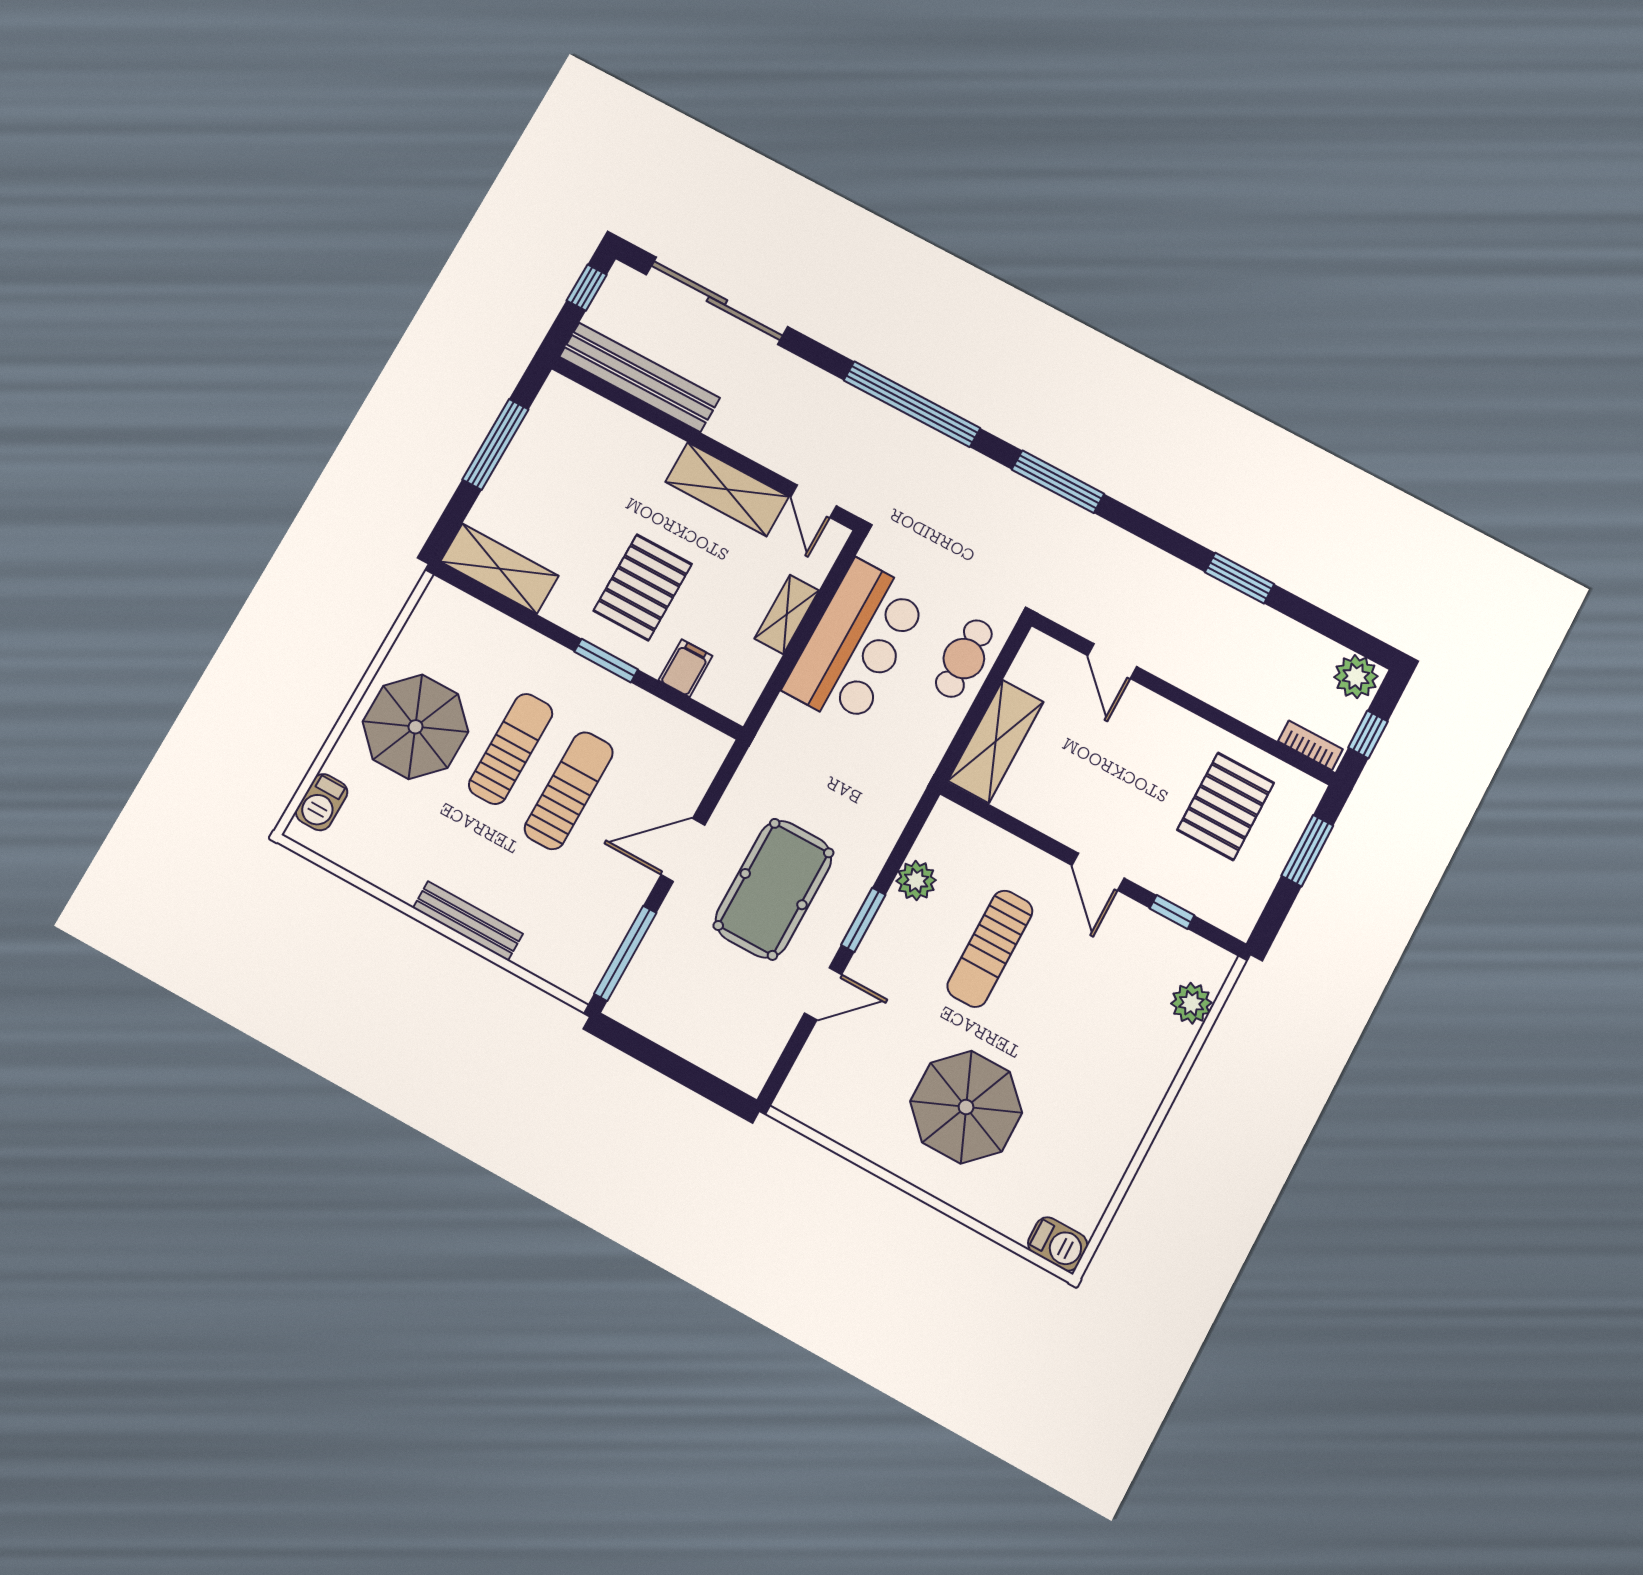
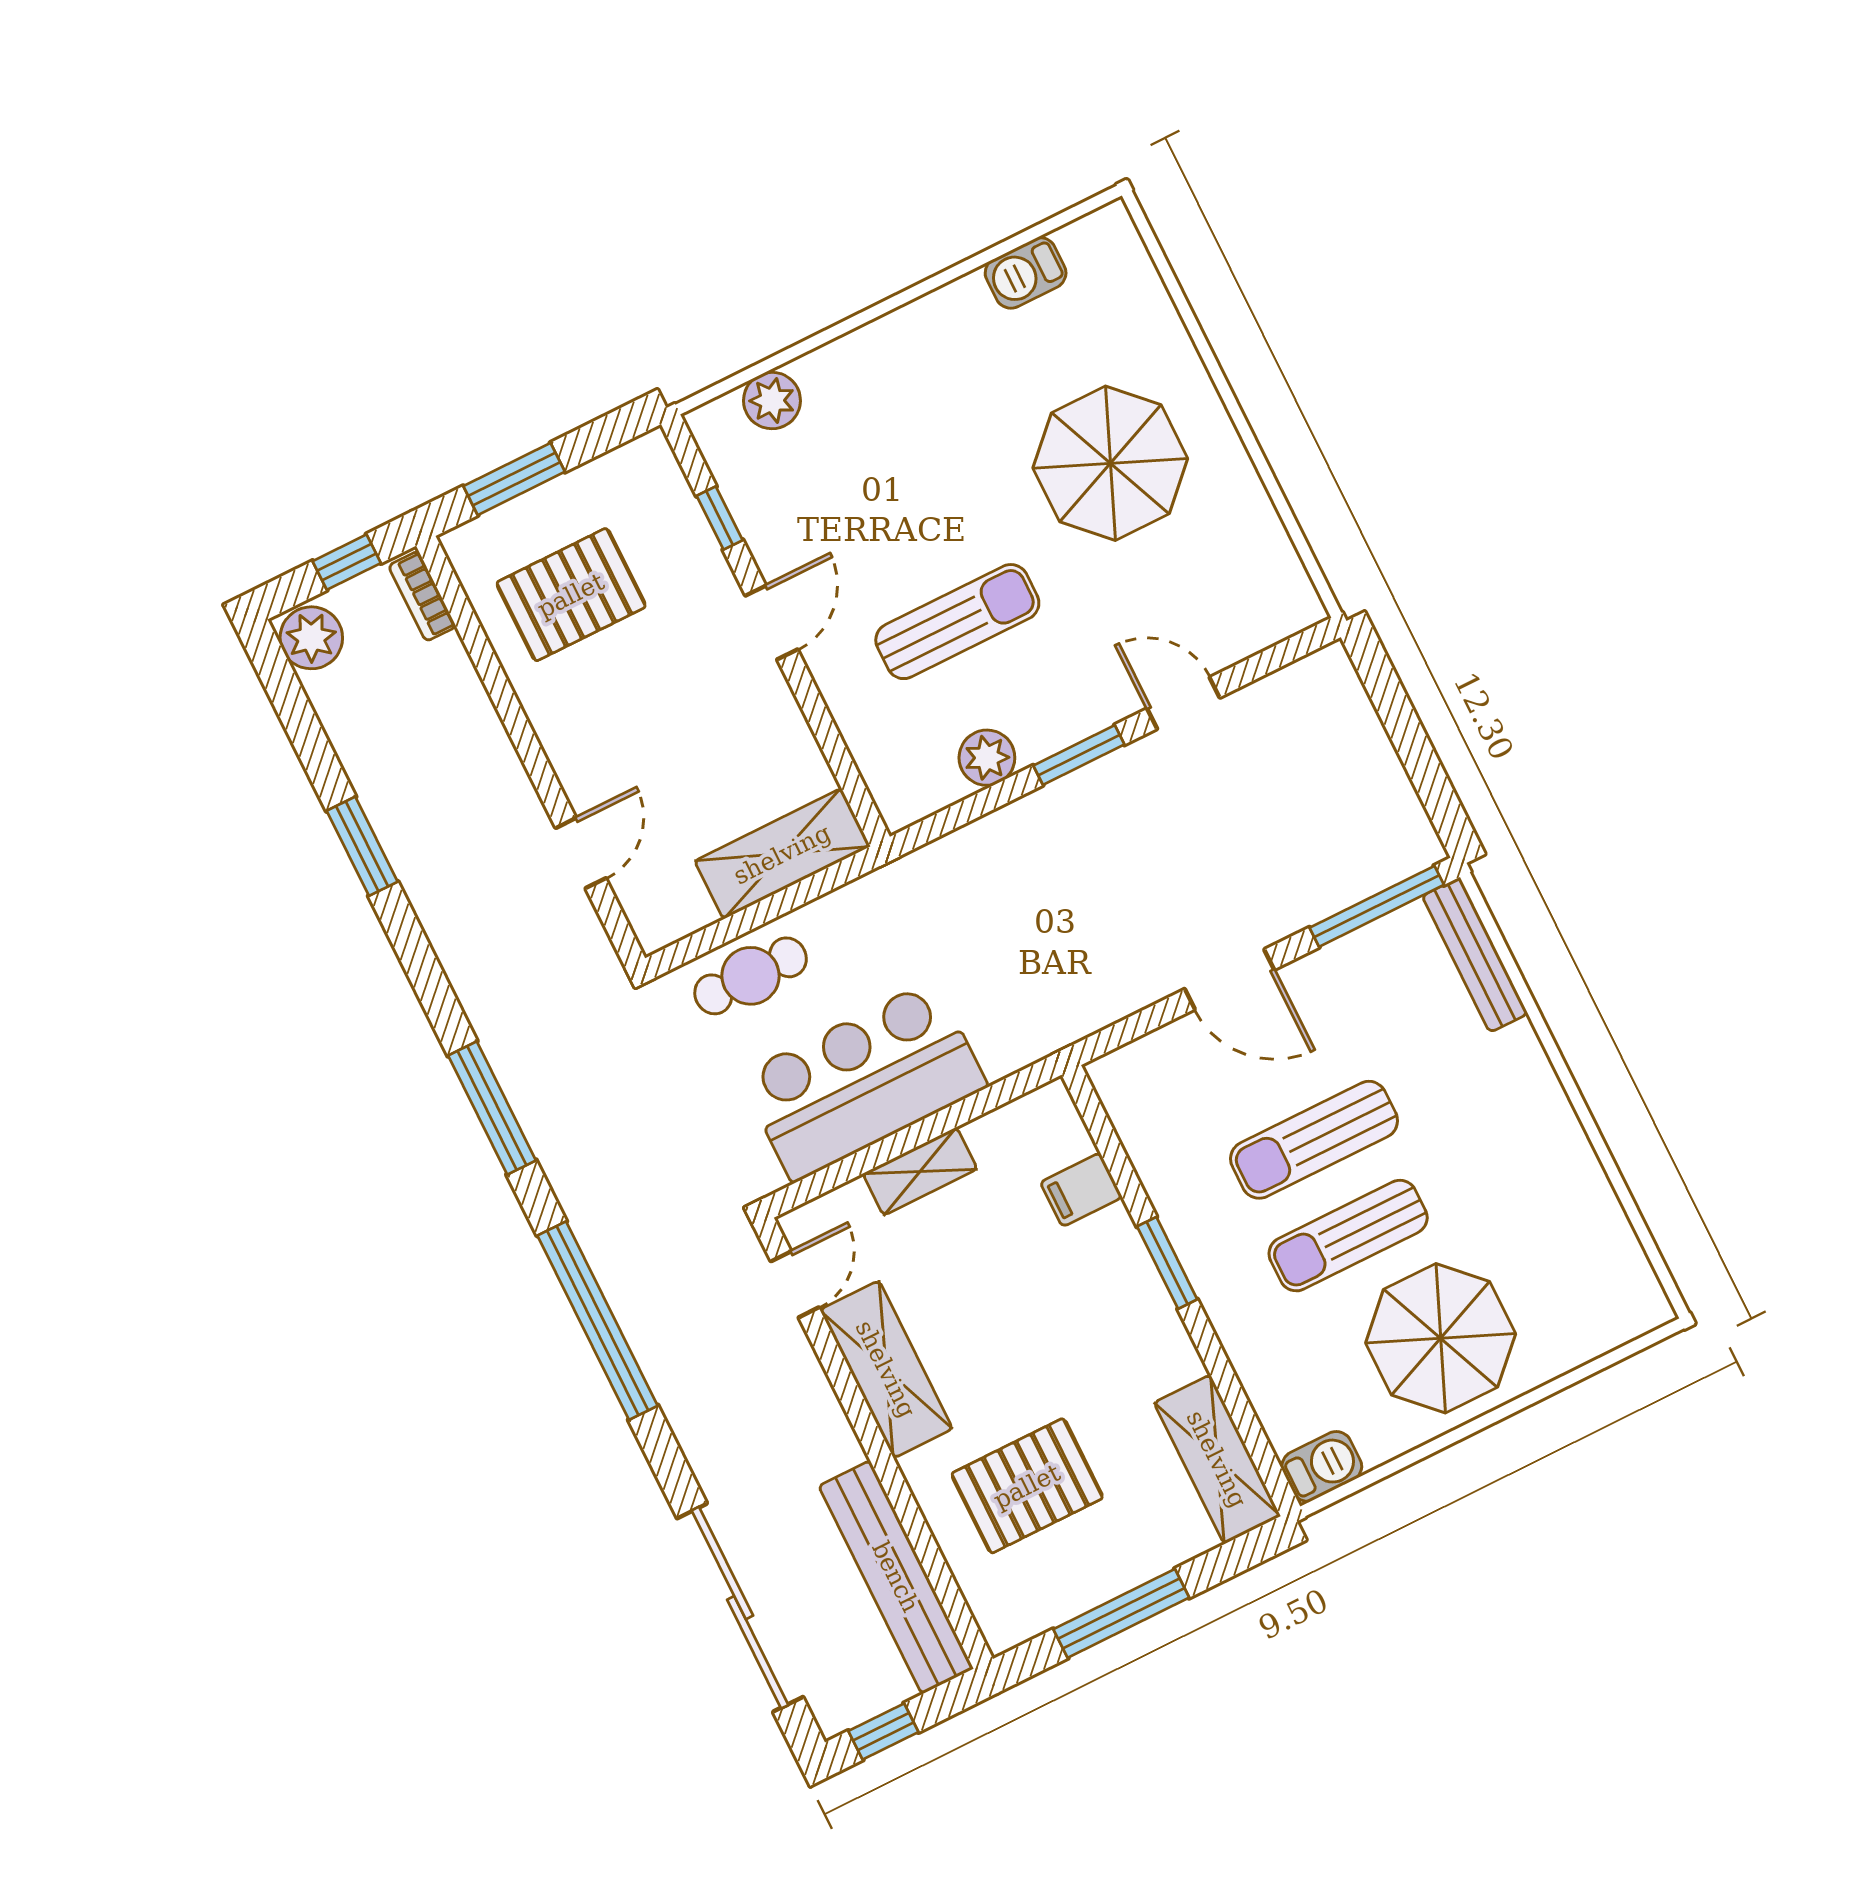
pallet: (643, 587) -> (1027, 1486), moved
barbecue: (322, 802) -> (1322, 1466), moved
pool table: (774, 889) -> (1157, 862), removed
bench: (468, 921) -> (1475, 955), moved
barbecue: (1058, 1244) -> (1026, 273), moved, turned -90

